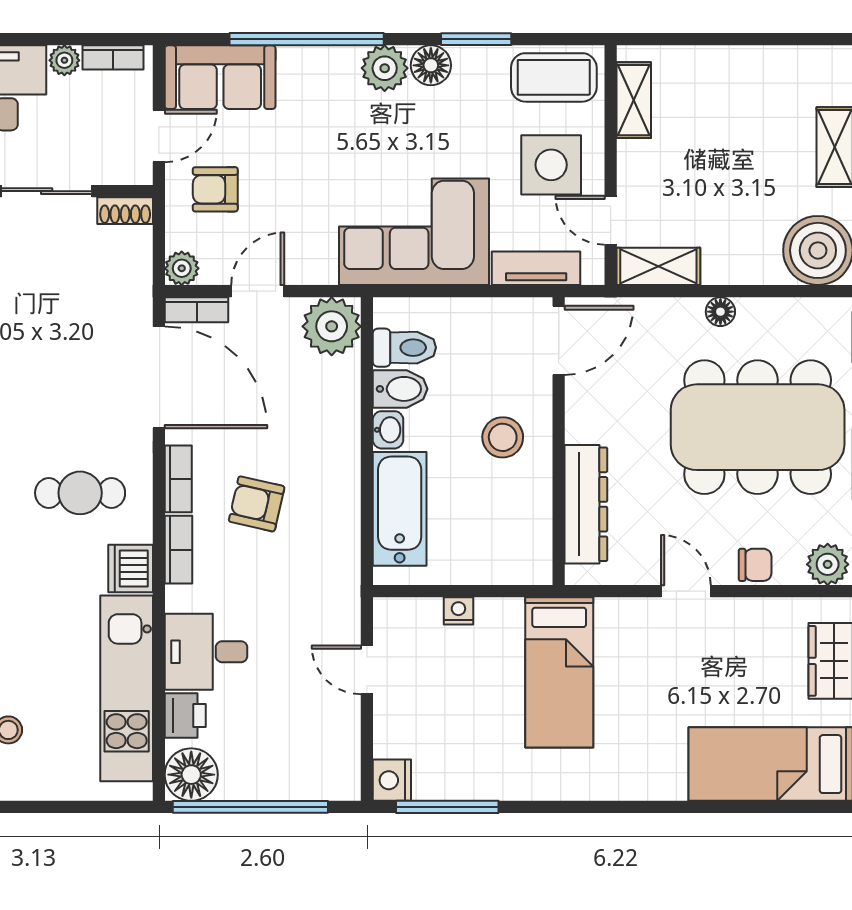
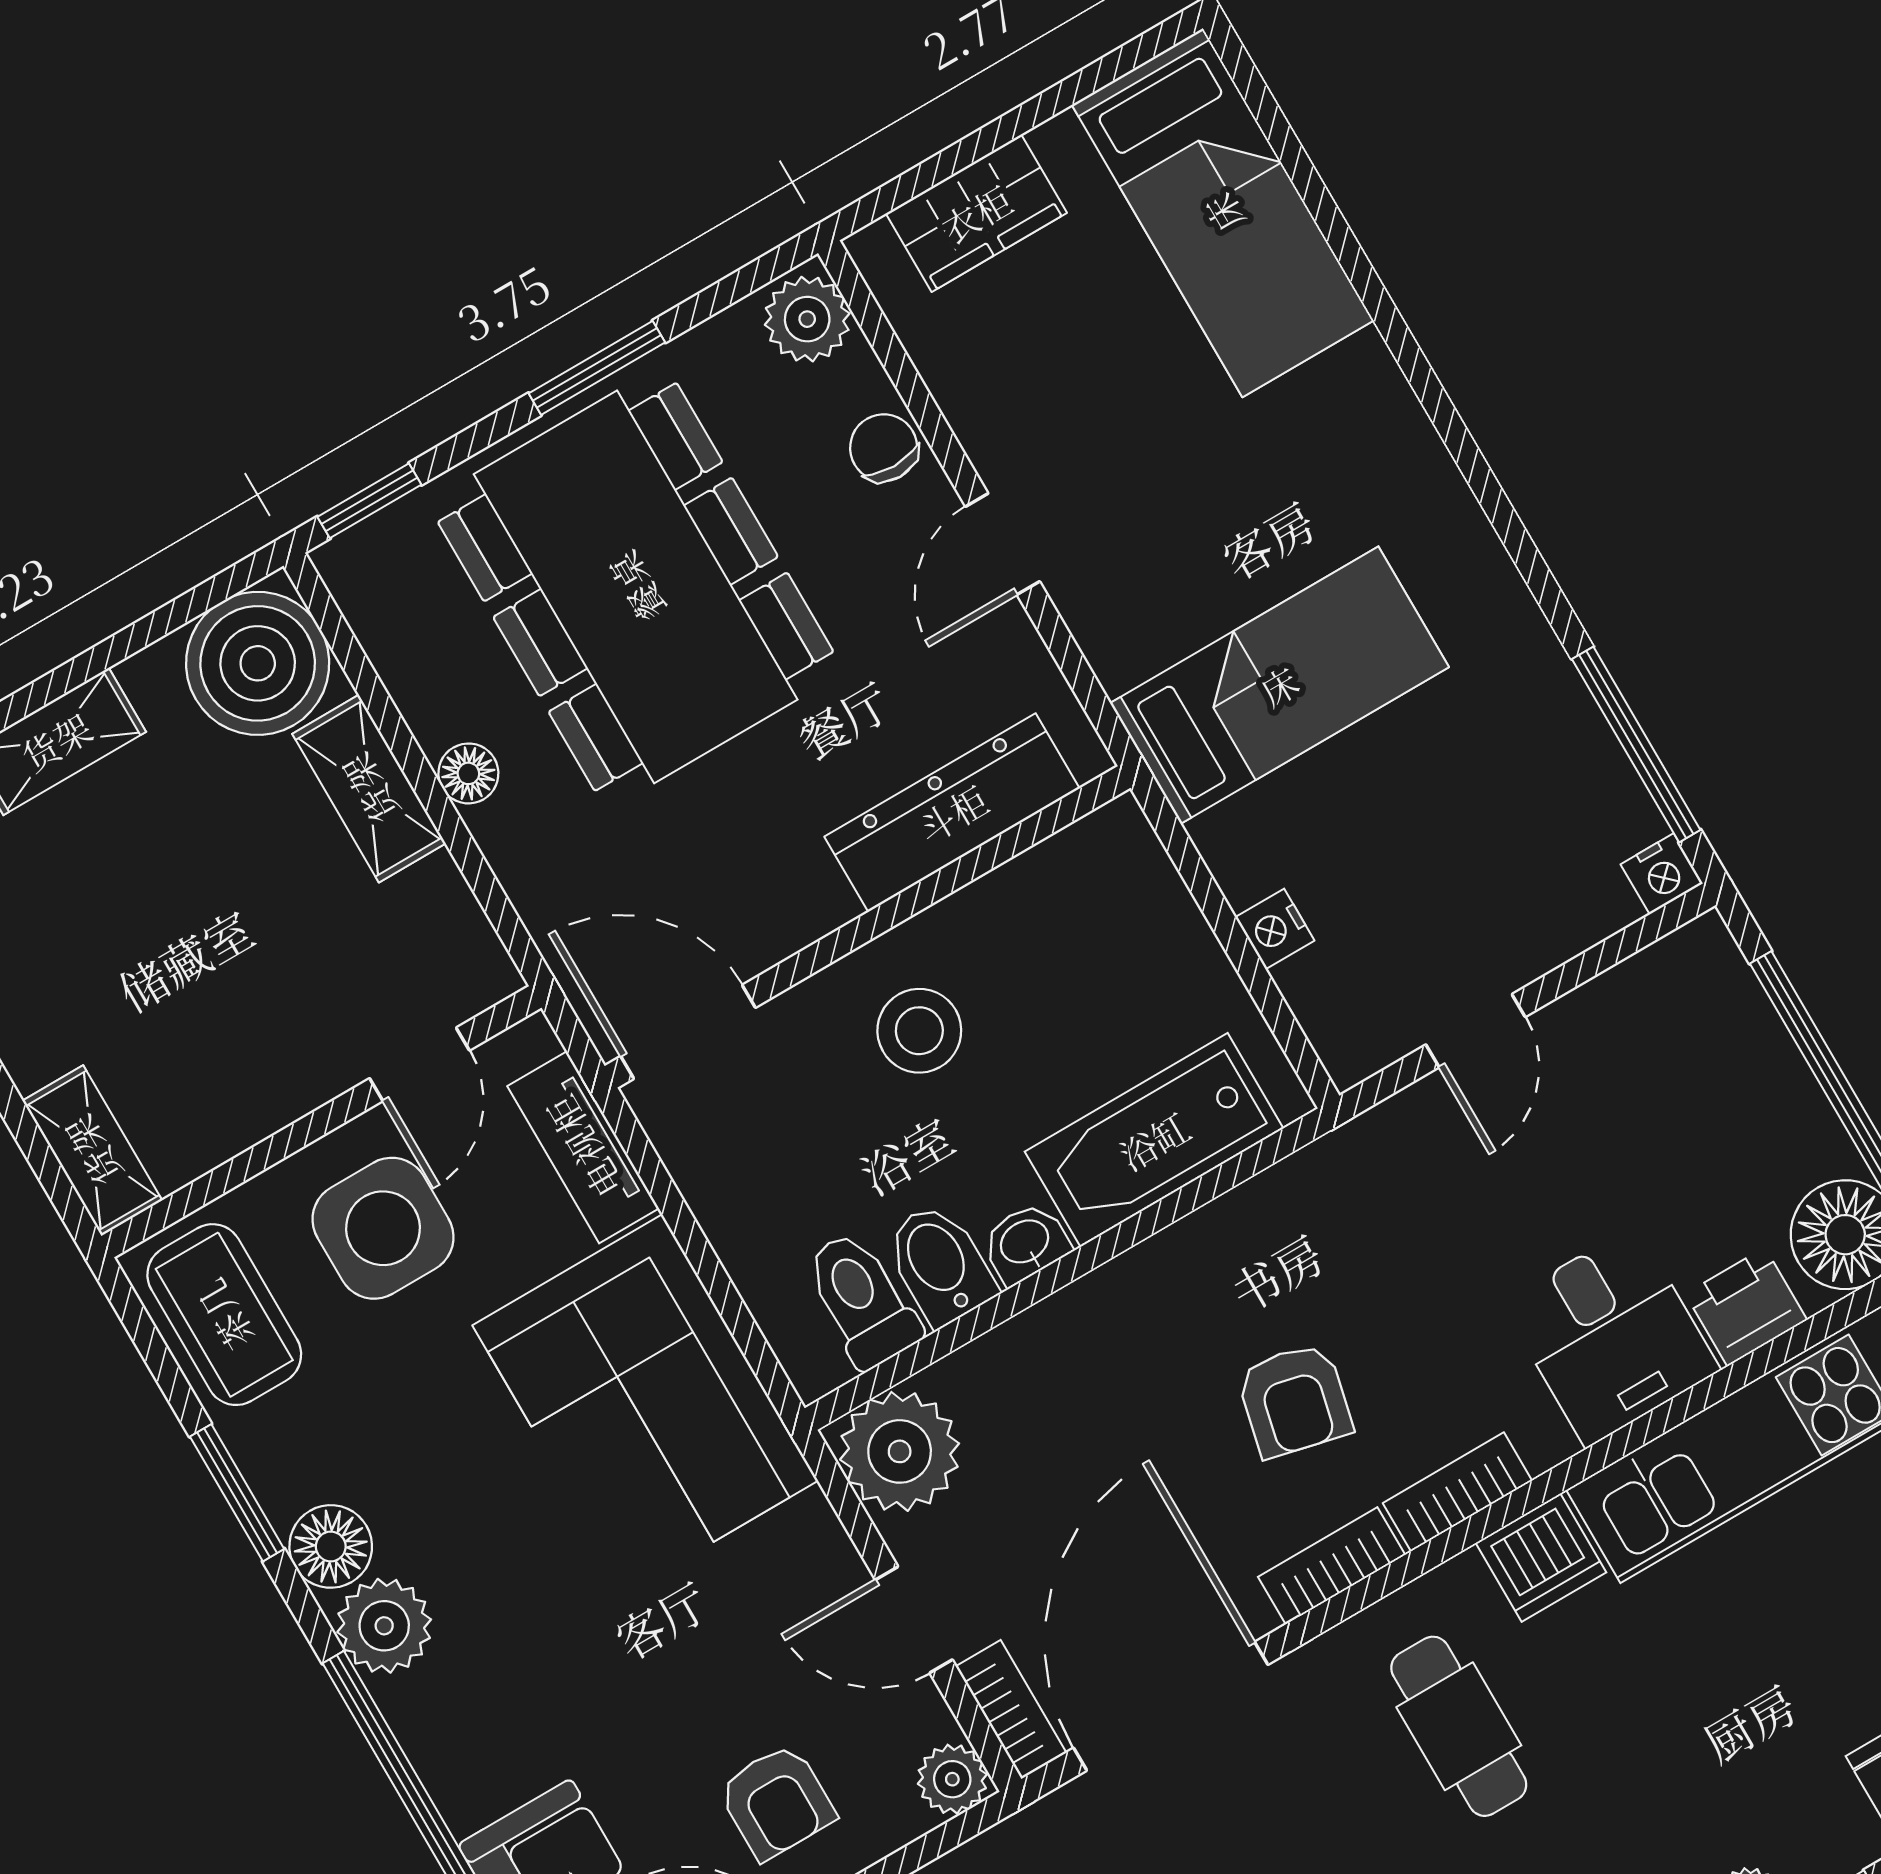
shelving: (634, 100) -> (92, 1151), moved, turned 90
shelving: (658, 266) -> (369, 789), moved
nightstand: (392, 780) -> (1662, 874), width x0.72, depth x0.74

